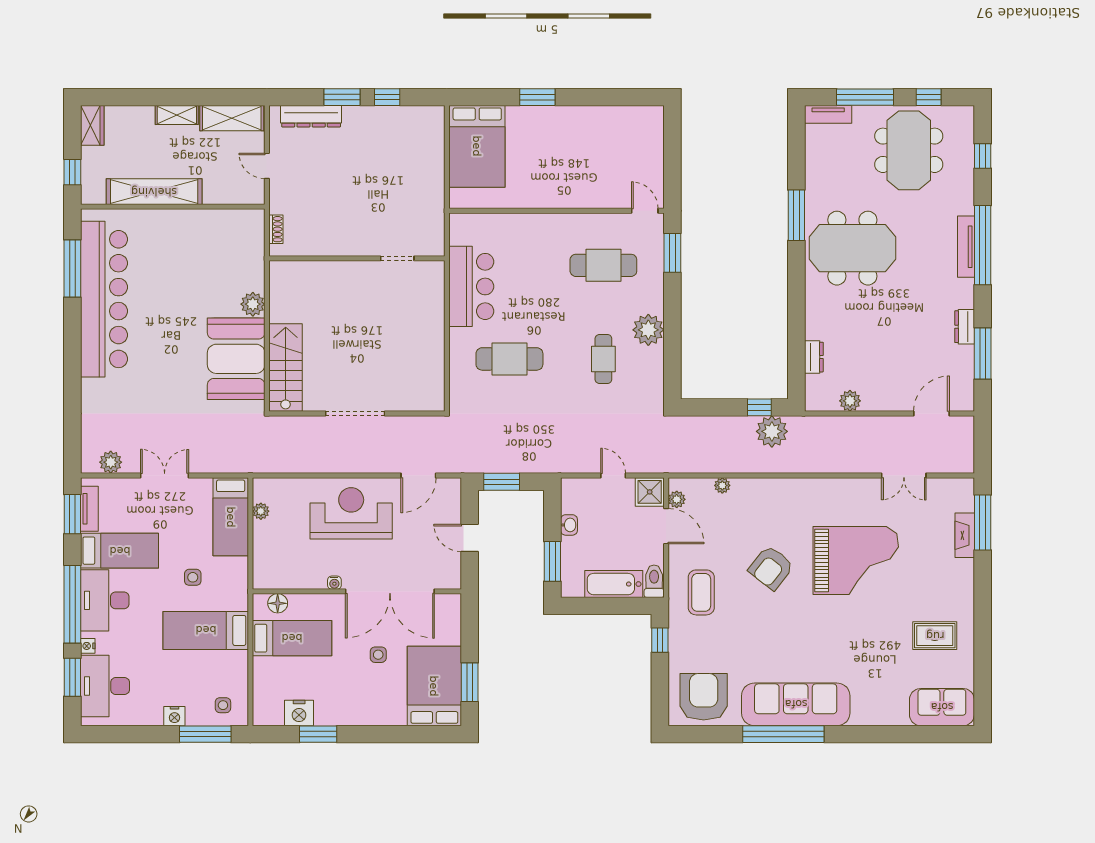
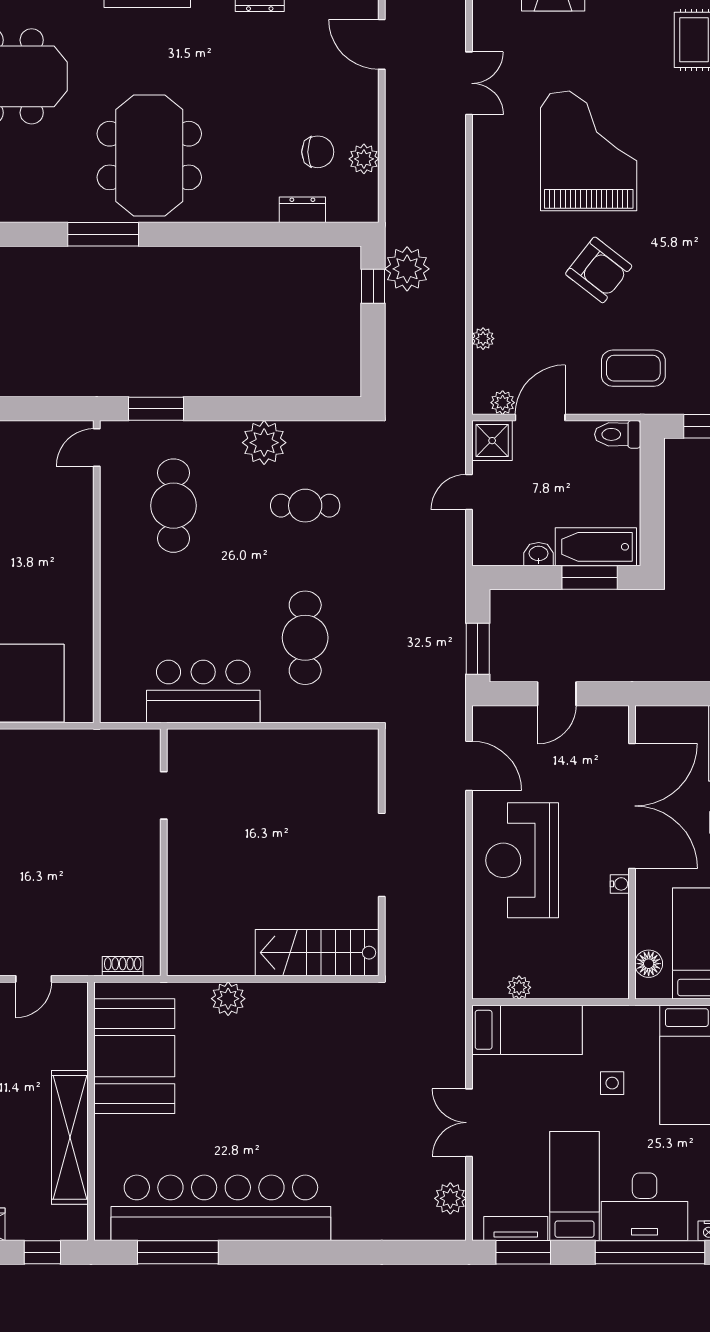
booth: (236, 359) -> (134, 1056), moved, turned 90
chair: (855, 368) -> (318, 152), added
bathtub: (614, 584) -> (596, 547), moved, turned 90

